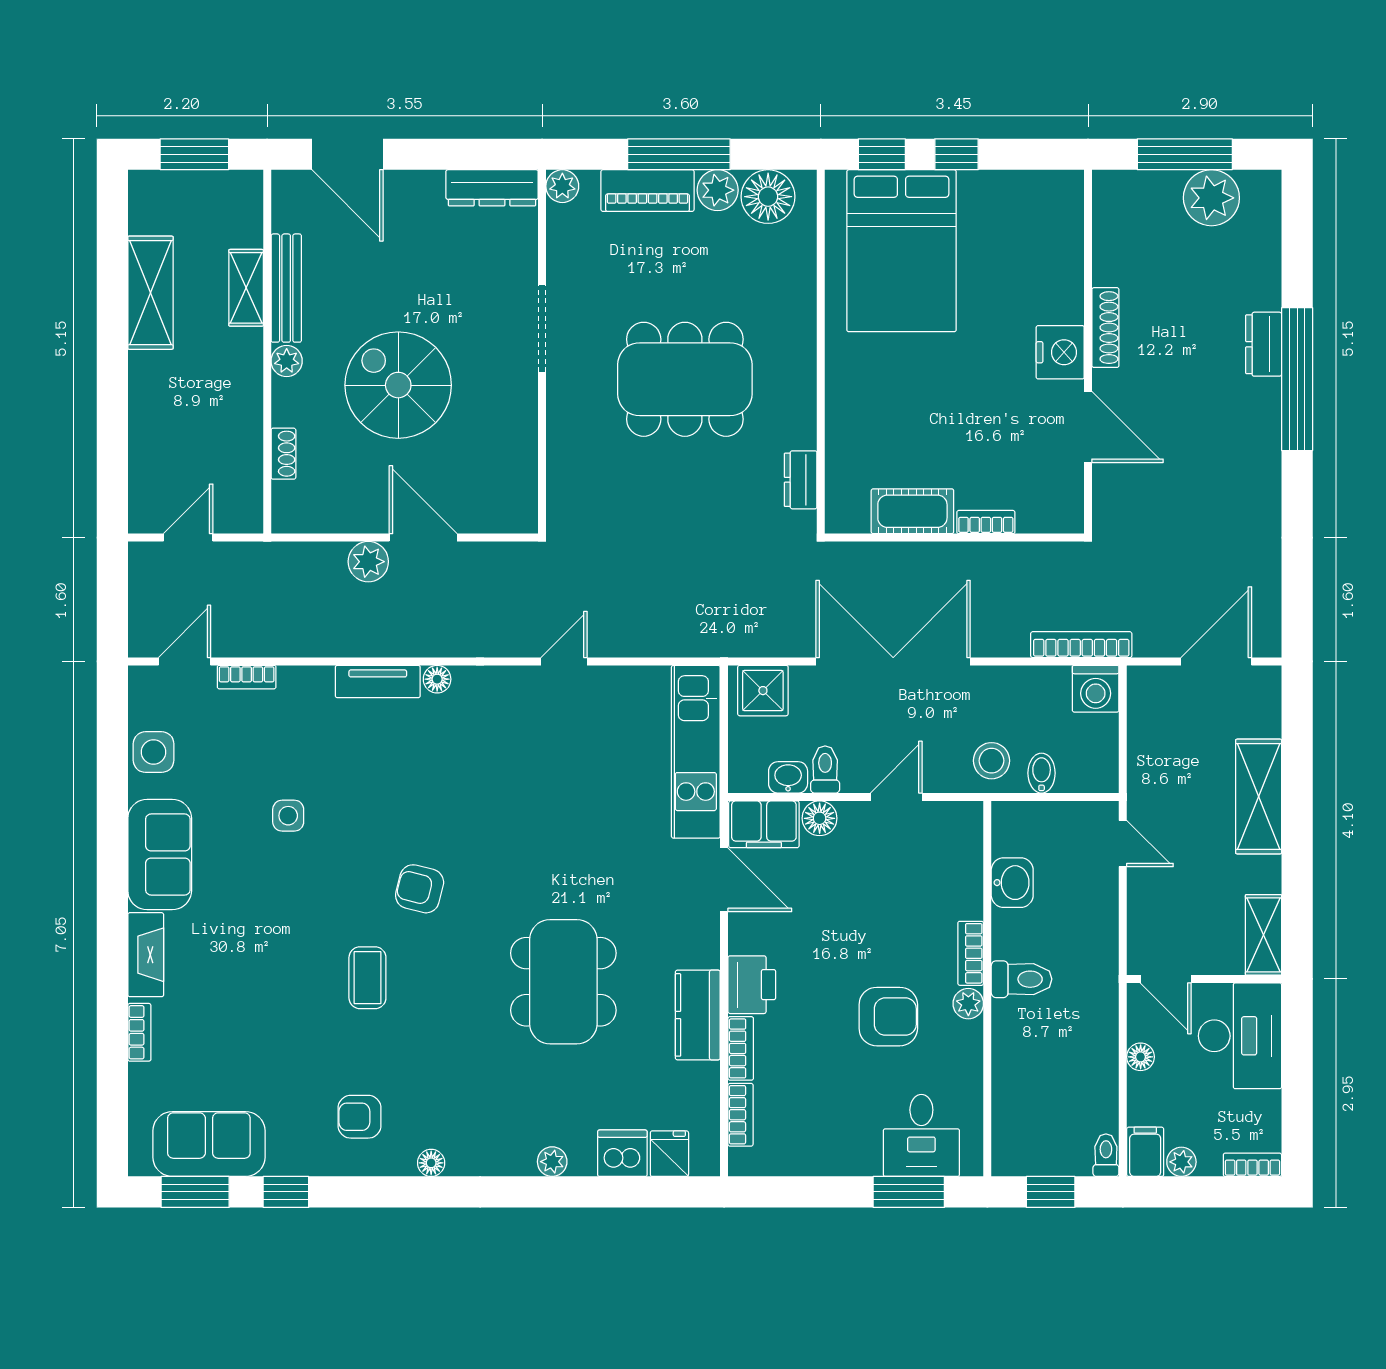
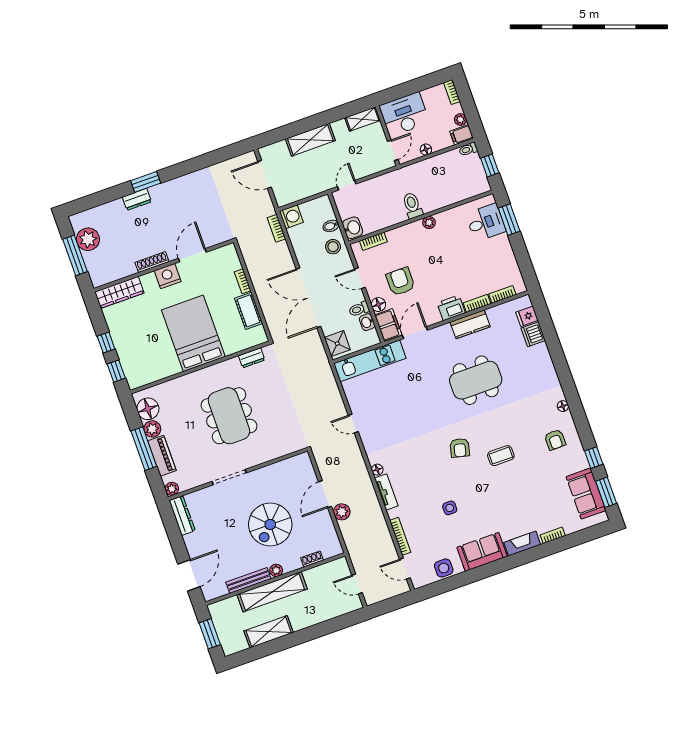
wardrobe: (1062, 227) -> (119, 292), added
bed: (901, 251) -> (193, 333), moved, turned -90
shelving: (246, 288) -> (272, 592), width x2.20, depth x1.33
window: (1297, 379) -> (146, 182), width x0.47
bookcase: (1081, 645) -> (276, 228), width x0.64
bookcase: (247, 677) -> (400, 536), width x1.56
washbasin: (1012, 883) -> (353, 228), moved, turned 90
bookcase: (971, 953) -> (373, 241), moved
armchair: (888, 1017) -> (400, 282), moved
plant: (552, 1162) -> (546, 360), removed

